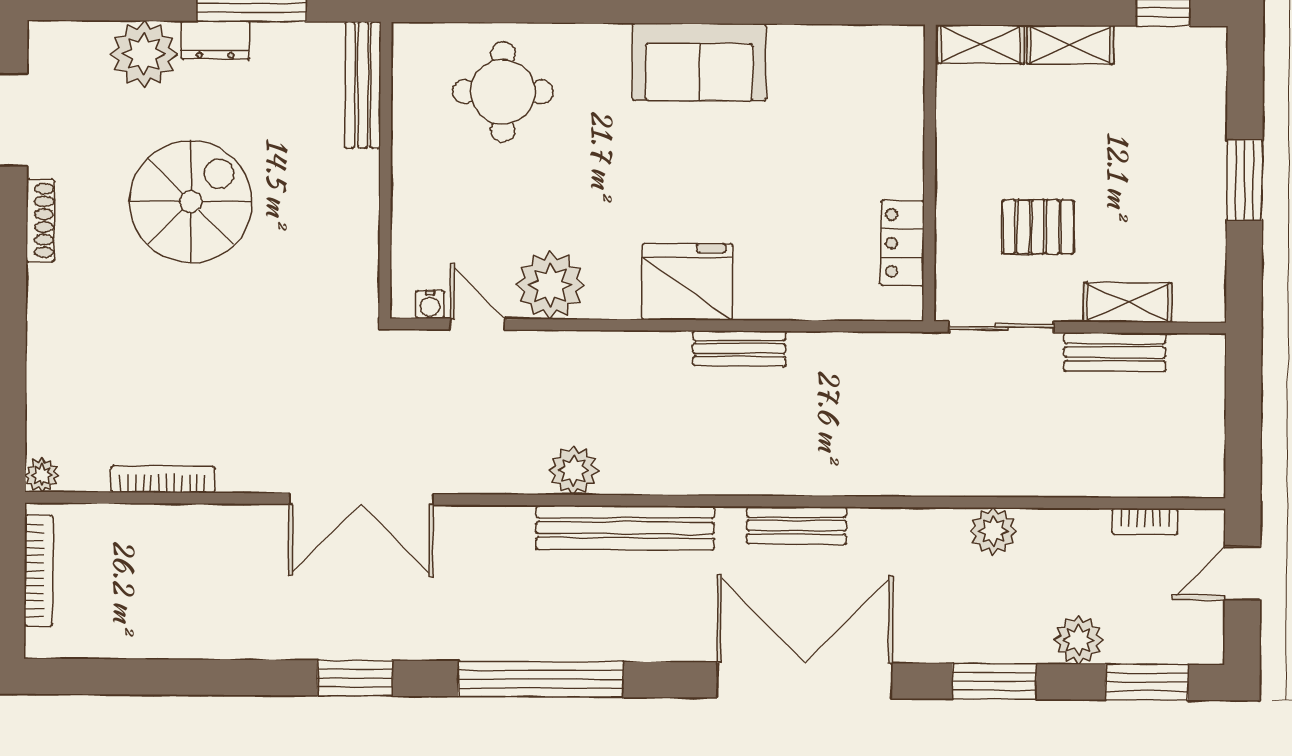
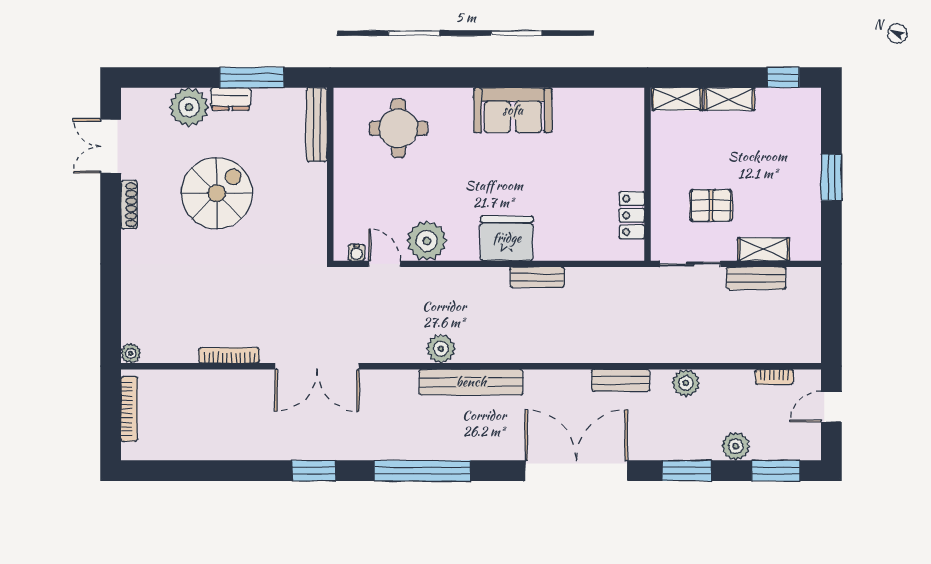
bookcase: (163, 479) -> (229, 355), moved
bench: (797, 526) -> (621, 380), moved

